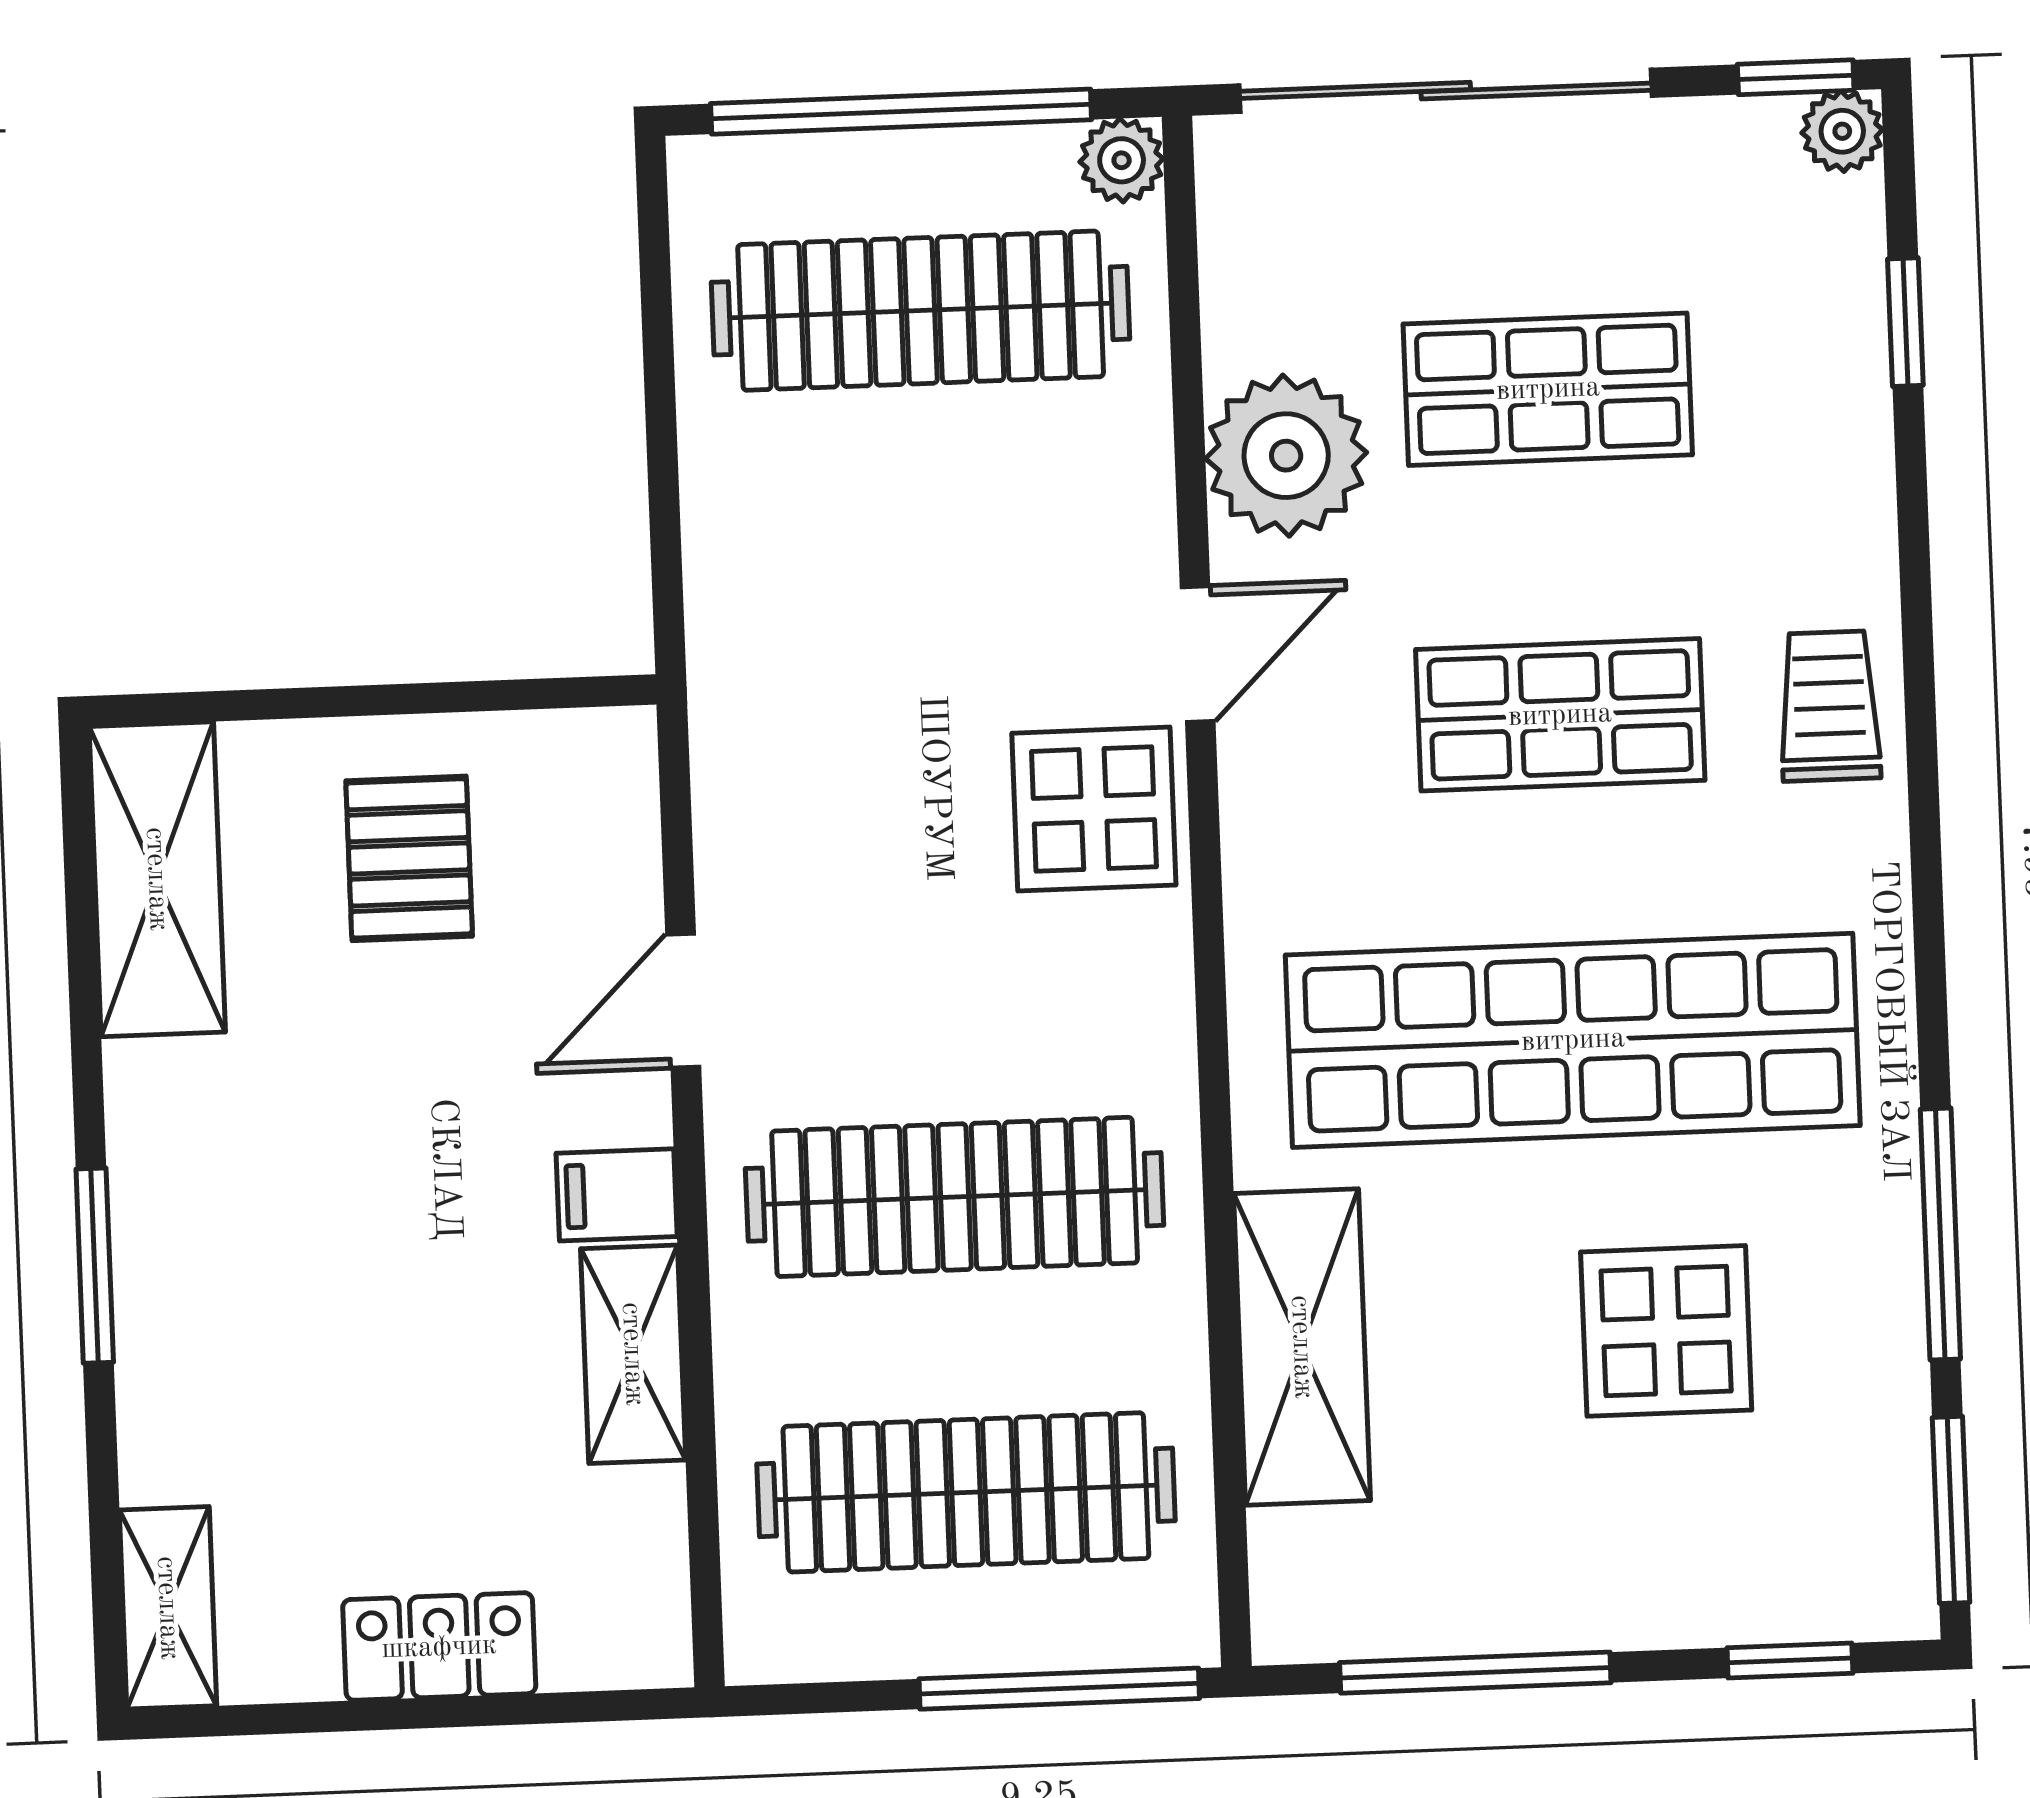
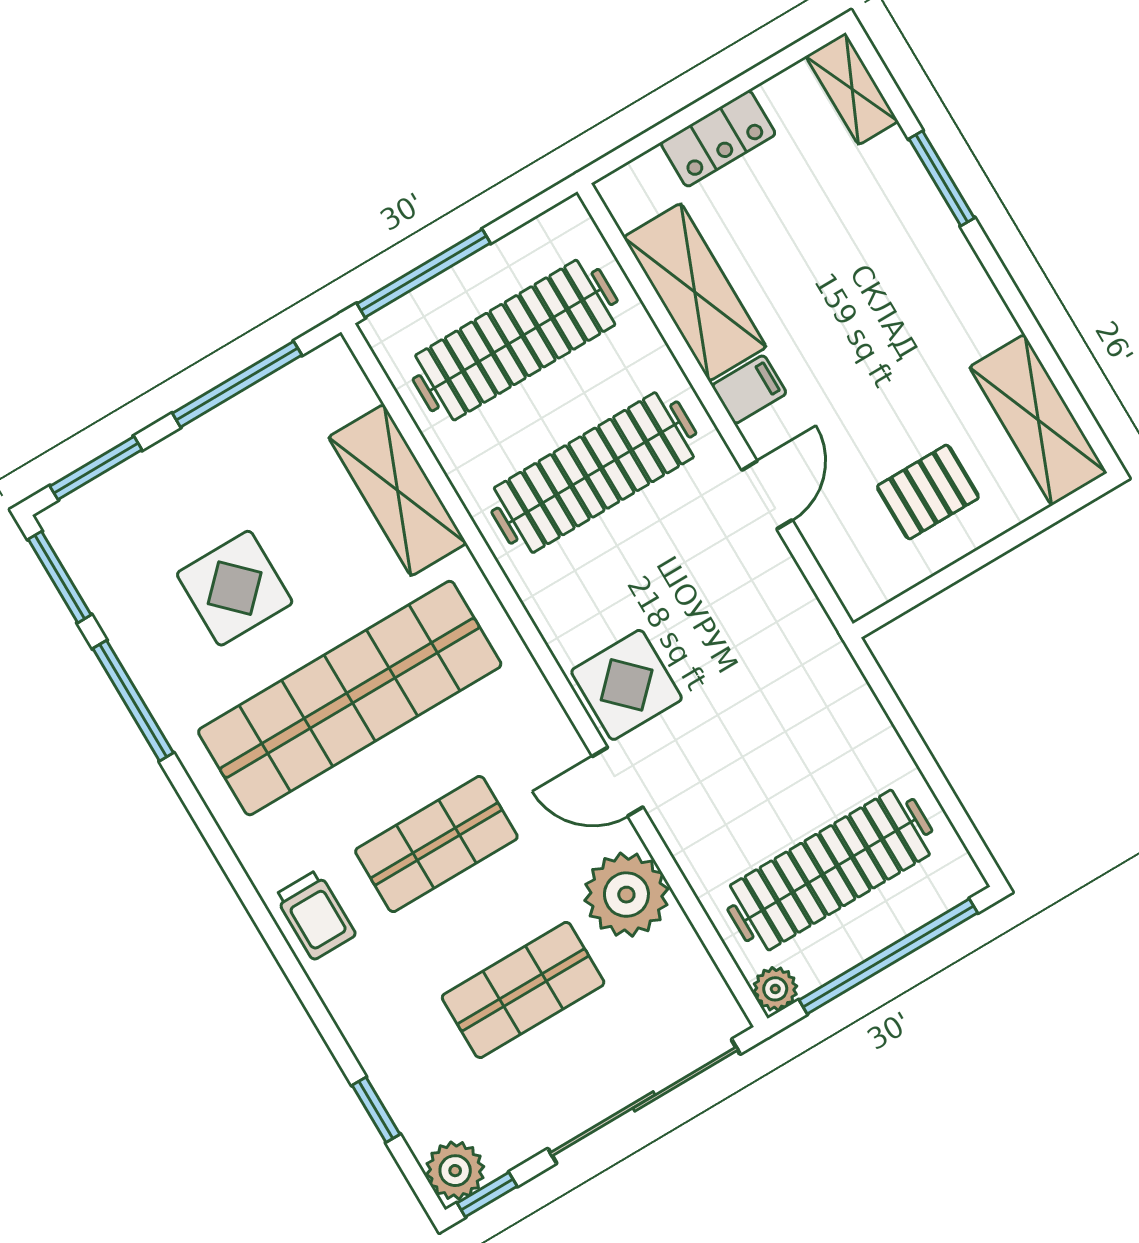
plant: (1842, 131) -> (455, 1171), width x1.38, depth x1.38
door: (1198, 654) -> (618, 782), hinge flipped
pallet: (409, 858) -> (928, 492), turned 90
window: (95, 1266) -> (942, 178), moved
shelving: (633, 1354) -> (695, 292), width x1.50, depth x1.33
window: (1790, 1661) -> (96, 468), width x1.50

